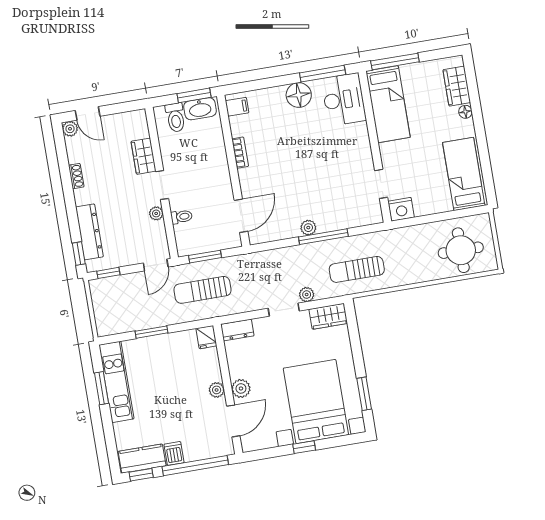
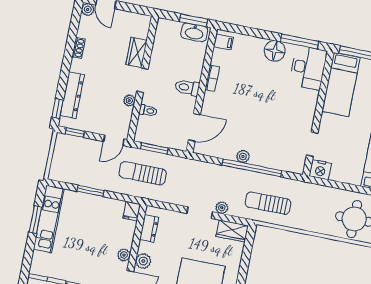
toilet: (175, 118) -> (187, 88), moved, turned 90
window: (323, 237) -> (252, 168), width x1.46
dresser: (237, 330) -> (149, 228), moved, turned -90

